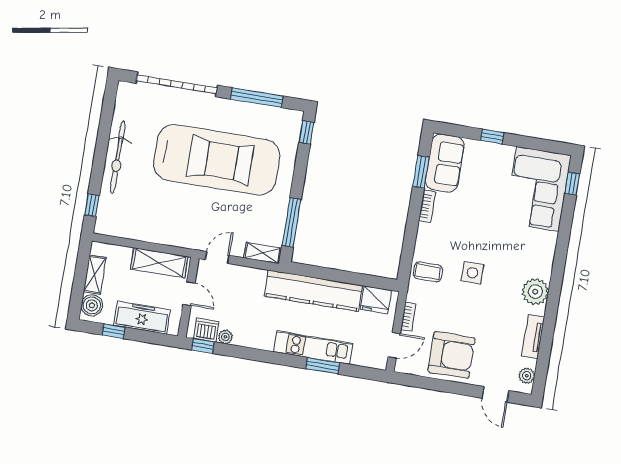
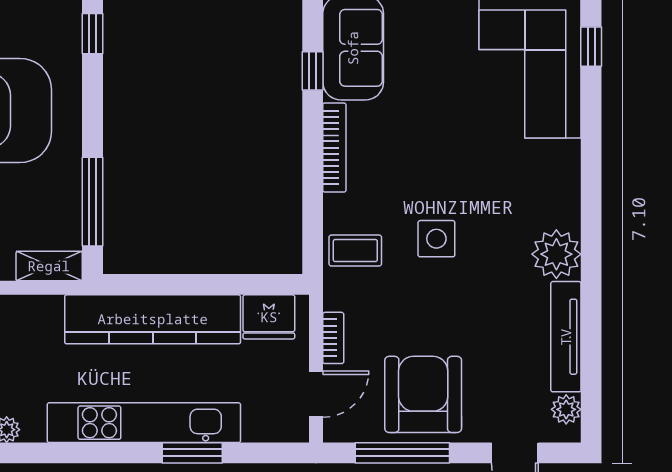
window: (421, 172) -> (313, 71), width x0.67
bookcase: (427, 206) -> (334, 148), width x1.56
tv unit: (533, 337) -> (566, 337), width x1.41
kitchen unit: (313, 348) -> (144, 423), width x1.36
armchair: (451, 355) -> (423, 394), turned -90
window: (435, 384) -> (402, 453), added

